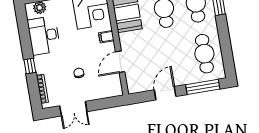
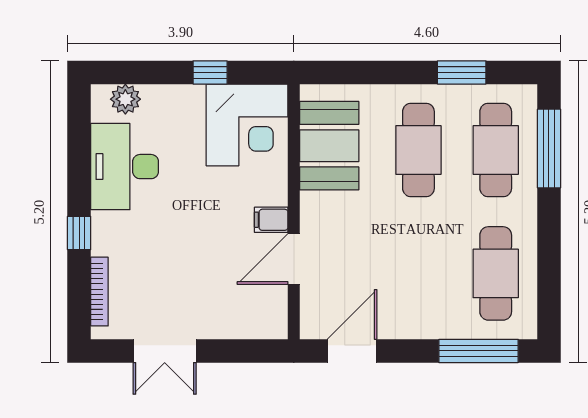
filing cabinet: (106, 37) -> (271, 220), moved
chair: (79, 73) -> (192, 269), removed
door: (165, 93) -> (352, 351), moved

